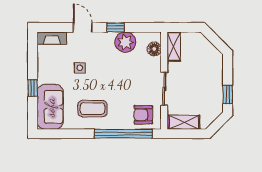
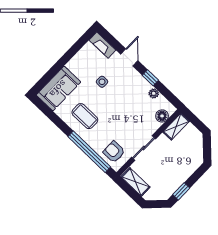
plant: (125, 42) -> (154, 93), width x0.53, depth x0.53
window: (33, 88) -> (59, 66), removed

